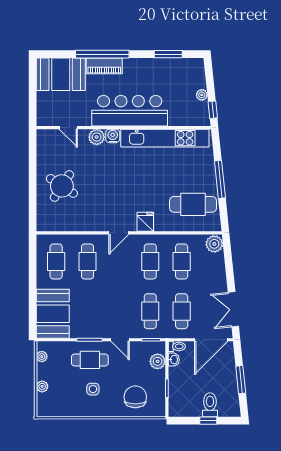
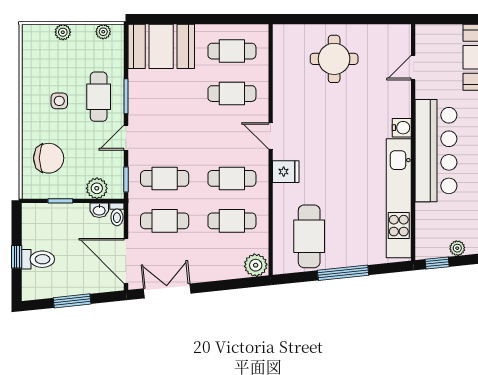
plant: (97, 137) -> (400, 106), removed
round table: (62, 186) -> (334, 59), turned -33

